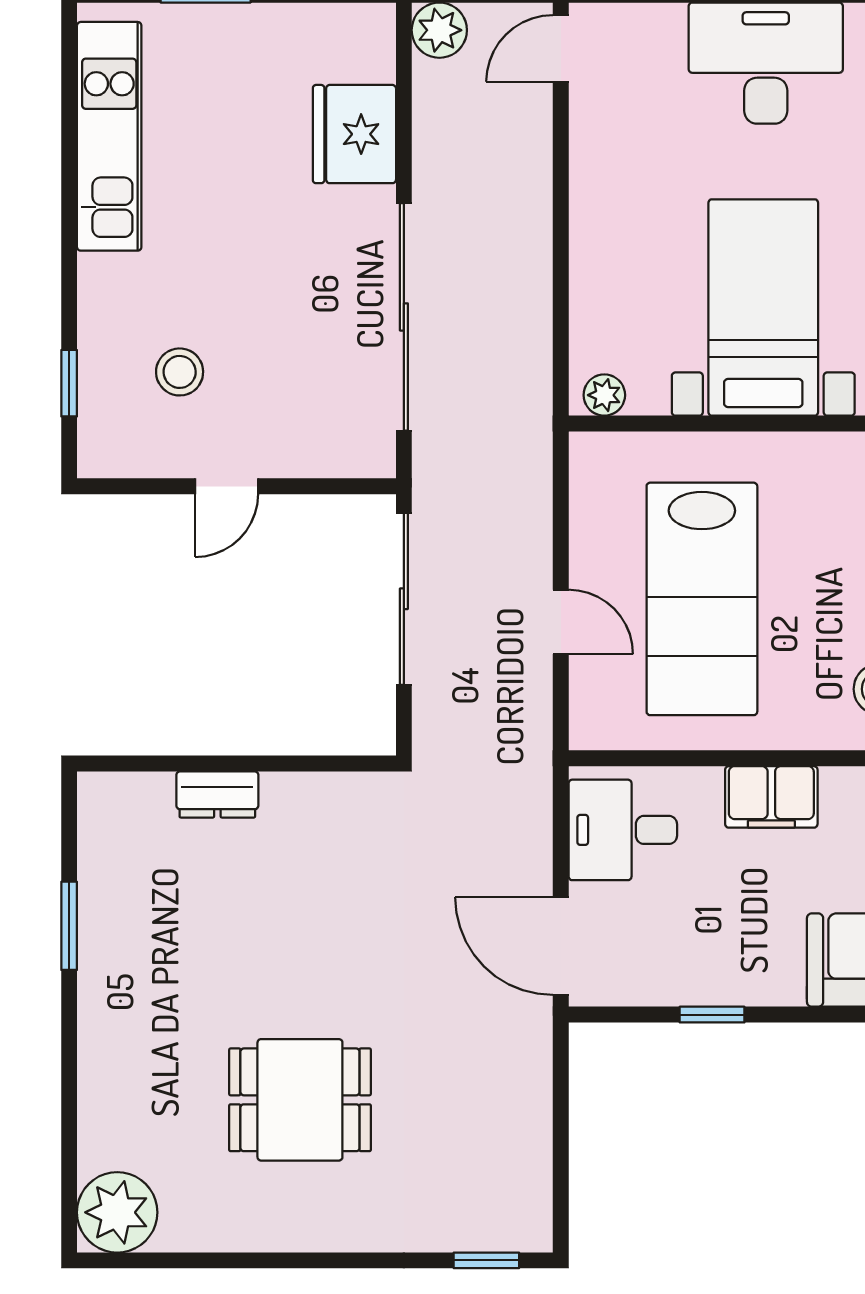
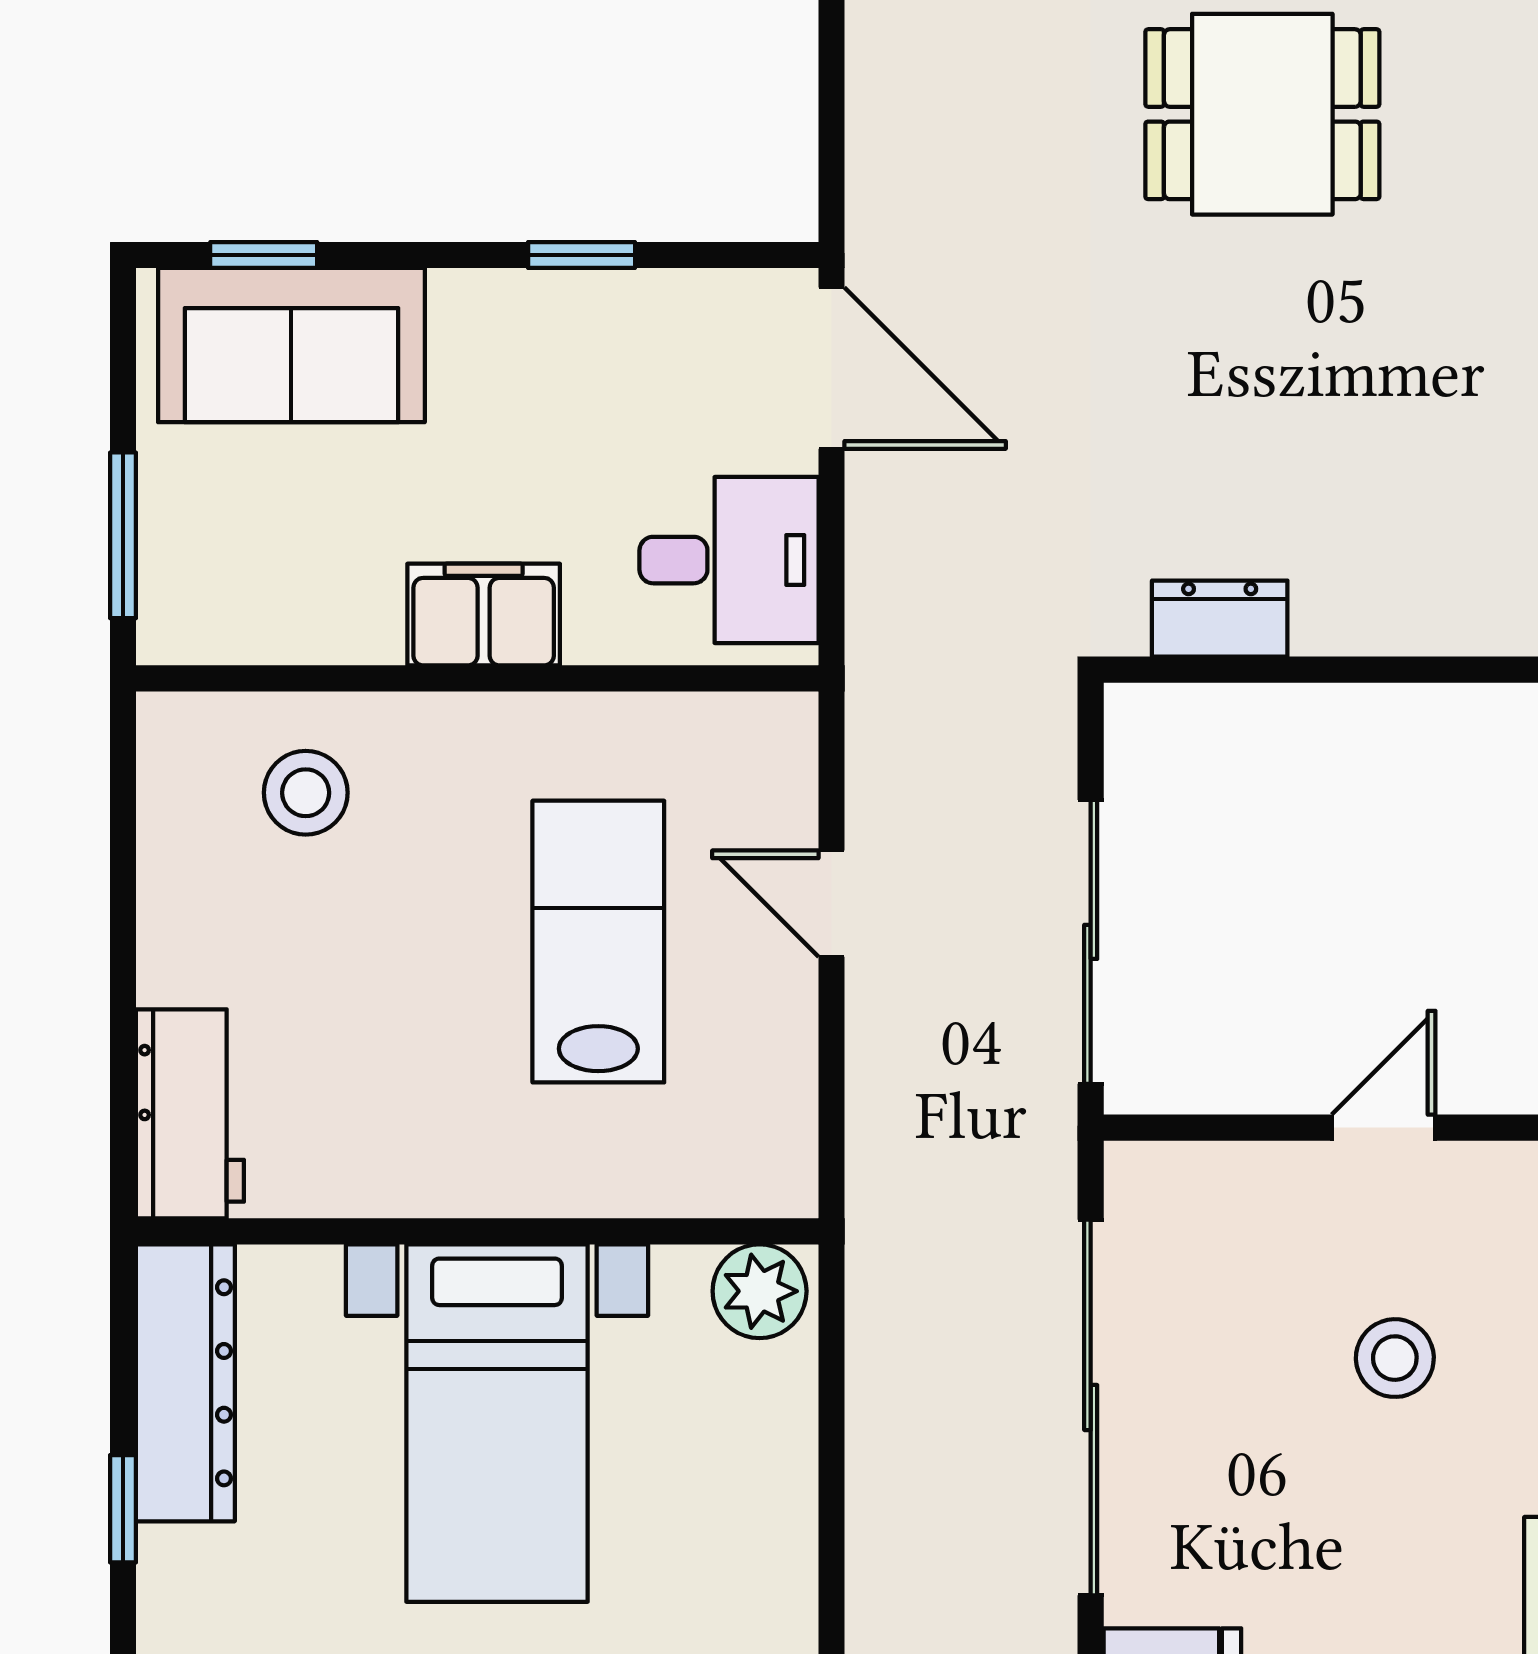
stool: (180, 372) -> (1395, 1358), moved
plant: (604, 395) -> (760, 1291), width x1.38, depth x1.38
lab bench: (702, 599) -> (598, 942), width x0.73, depth x0.72
dresser: (217, 794) -> (1220, 619), moved

